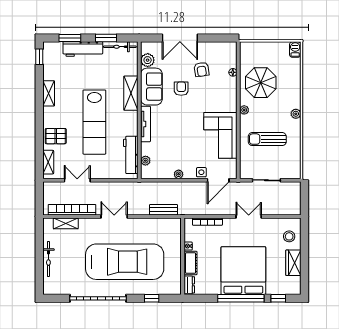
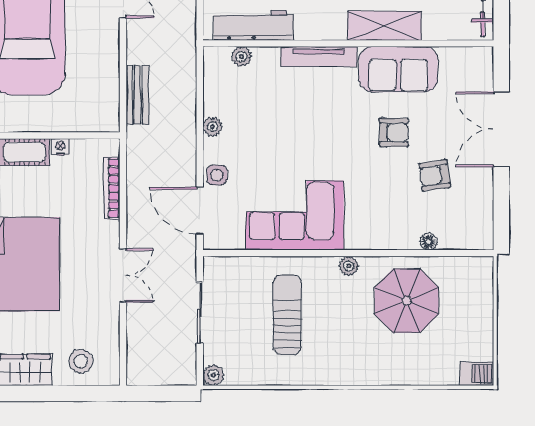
plant: (148, 60) -> (454, 61), removed
plant: (296, 114) -> (213, 375), moved

